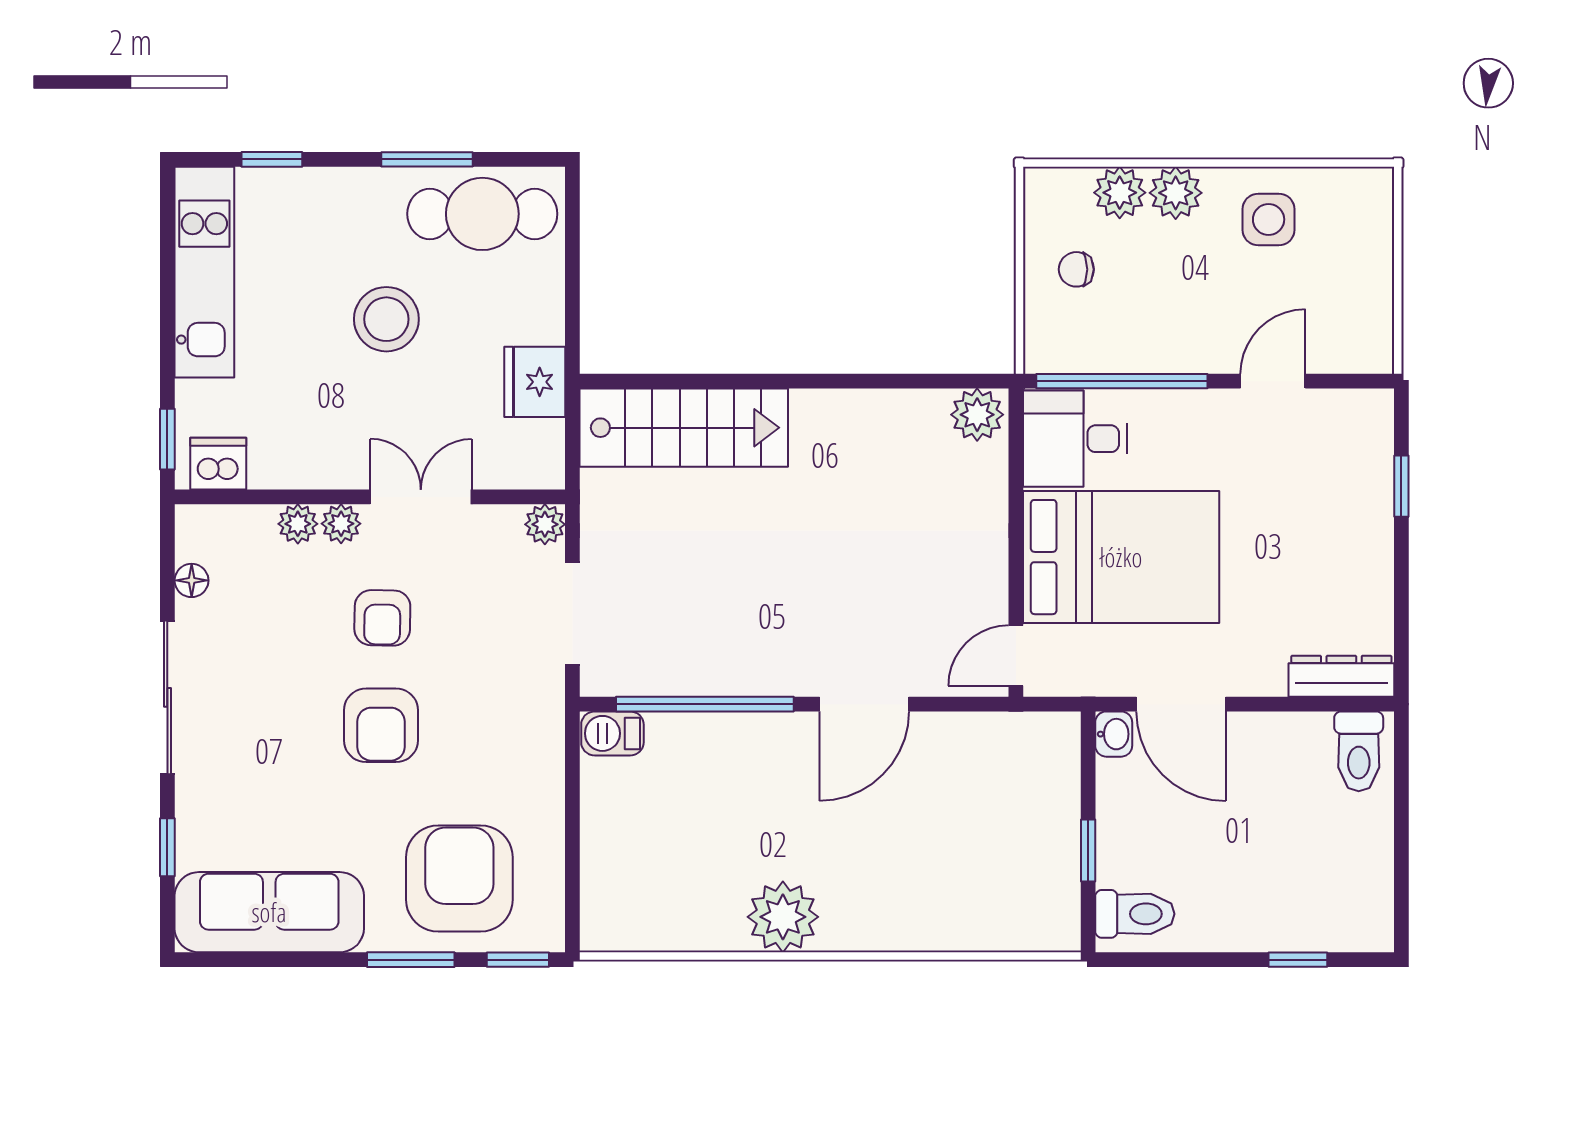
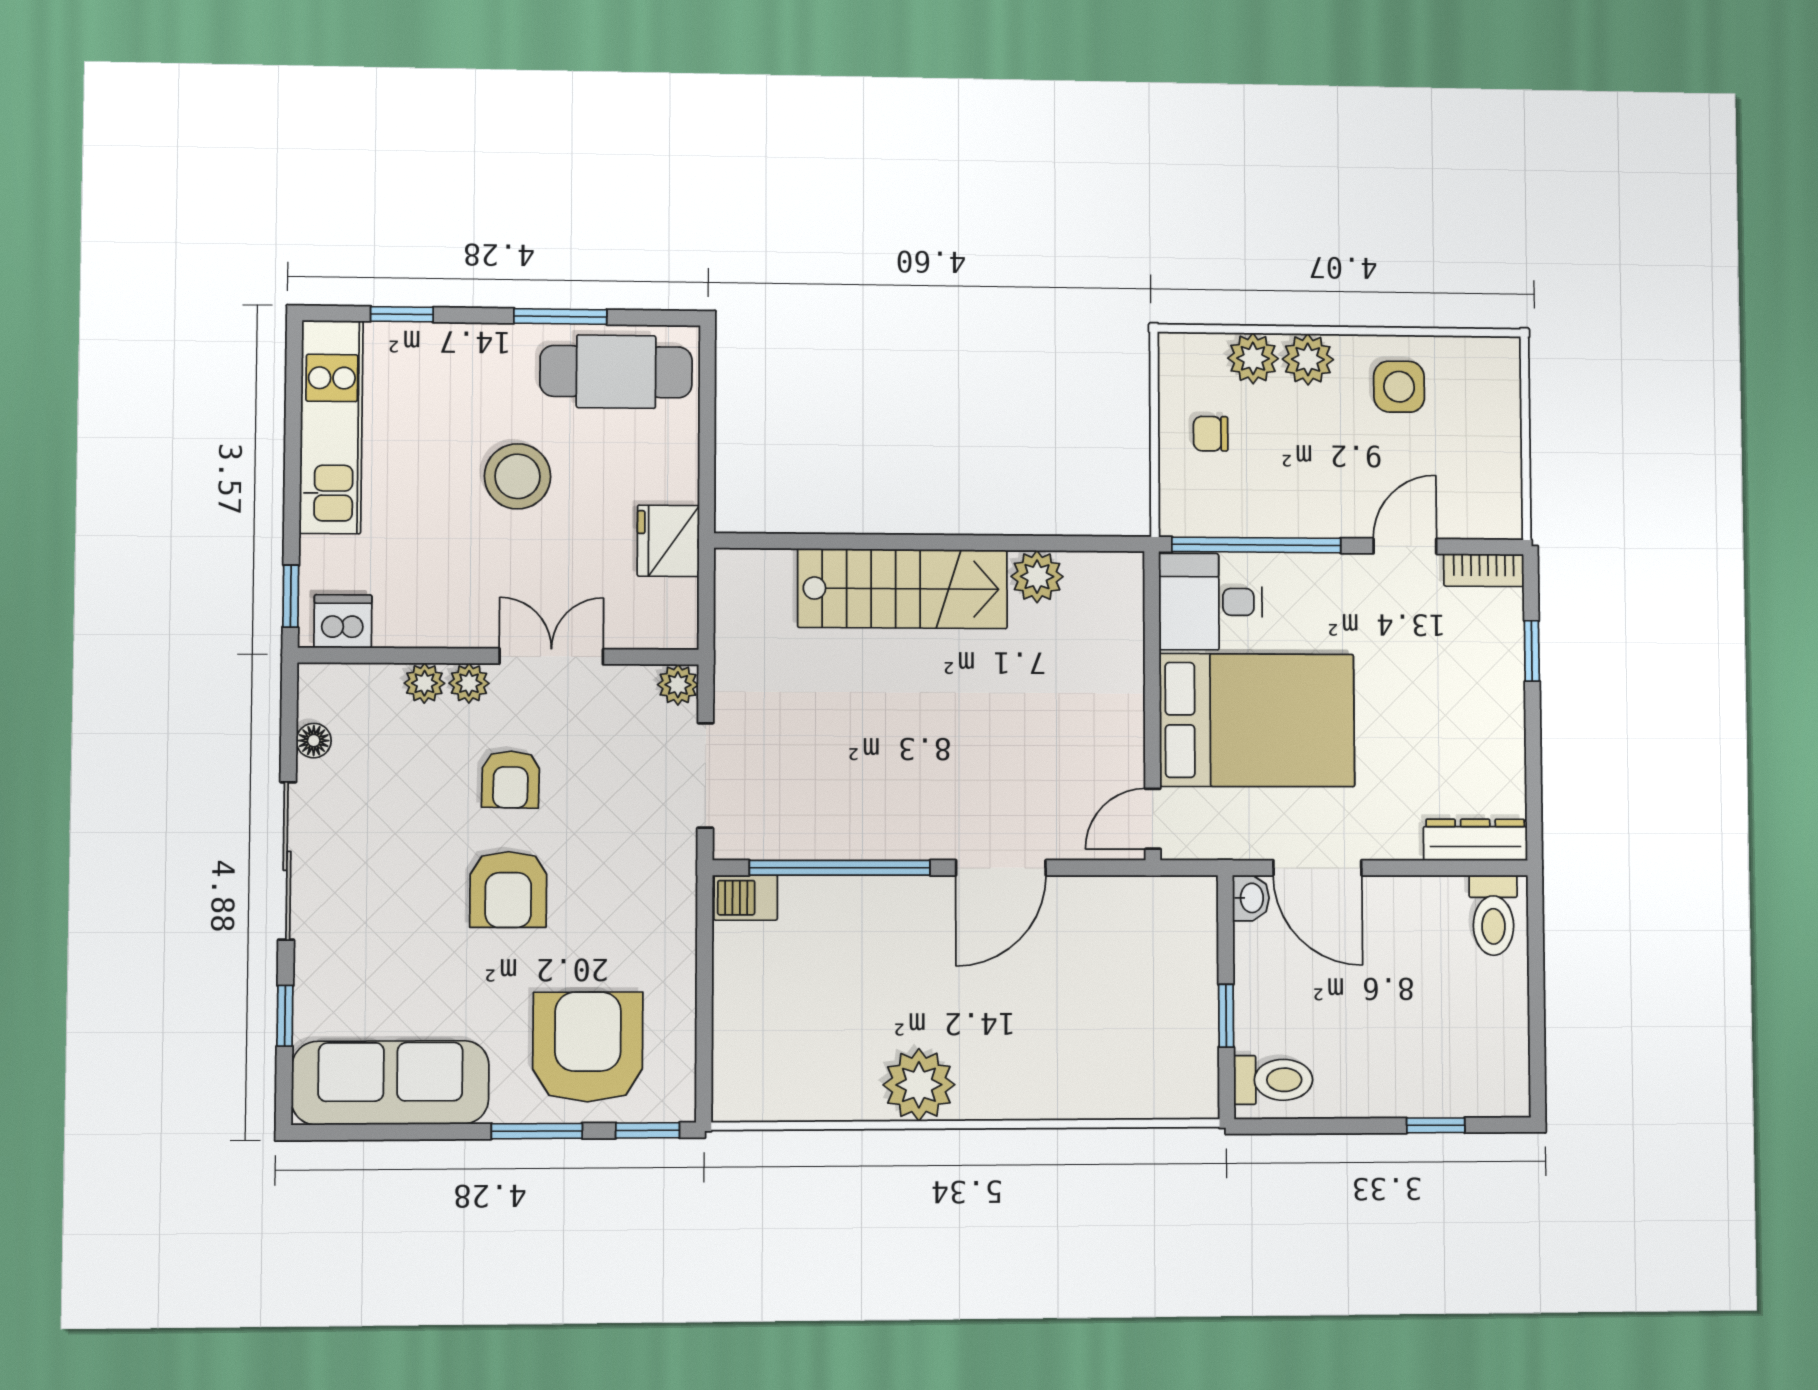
bookcase: (1353, 405) -> (1484, 570), added
plant: (977, 415) -> (1037, 577), moved
stairs: (684, 428) -> (903, 589), moved

